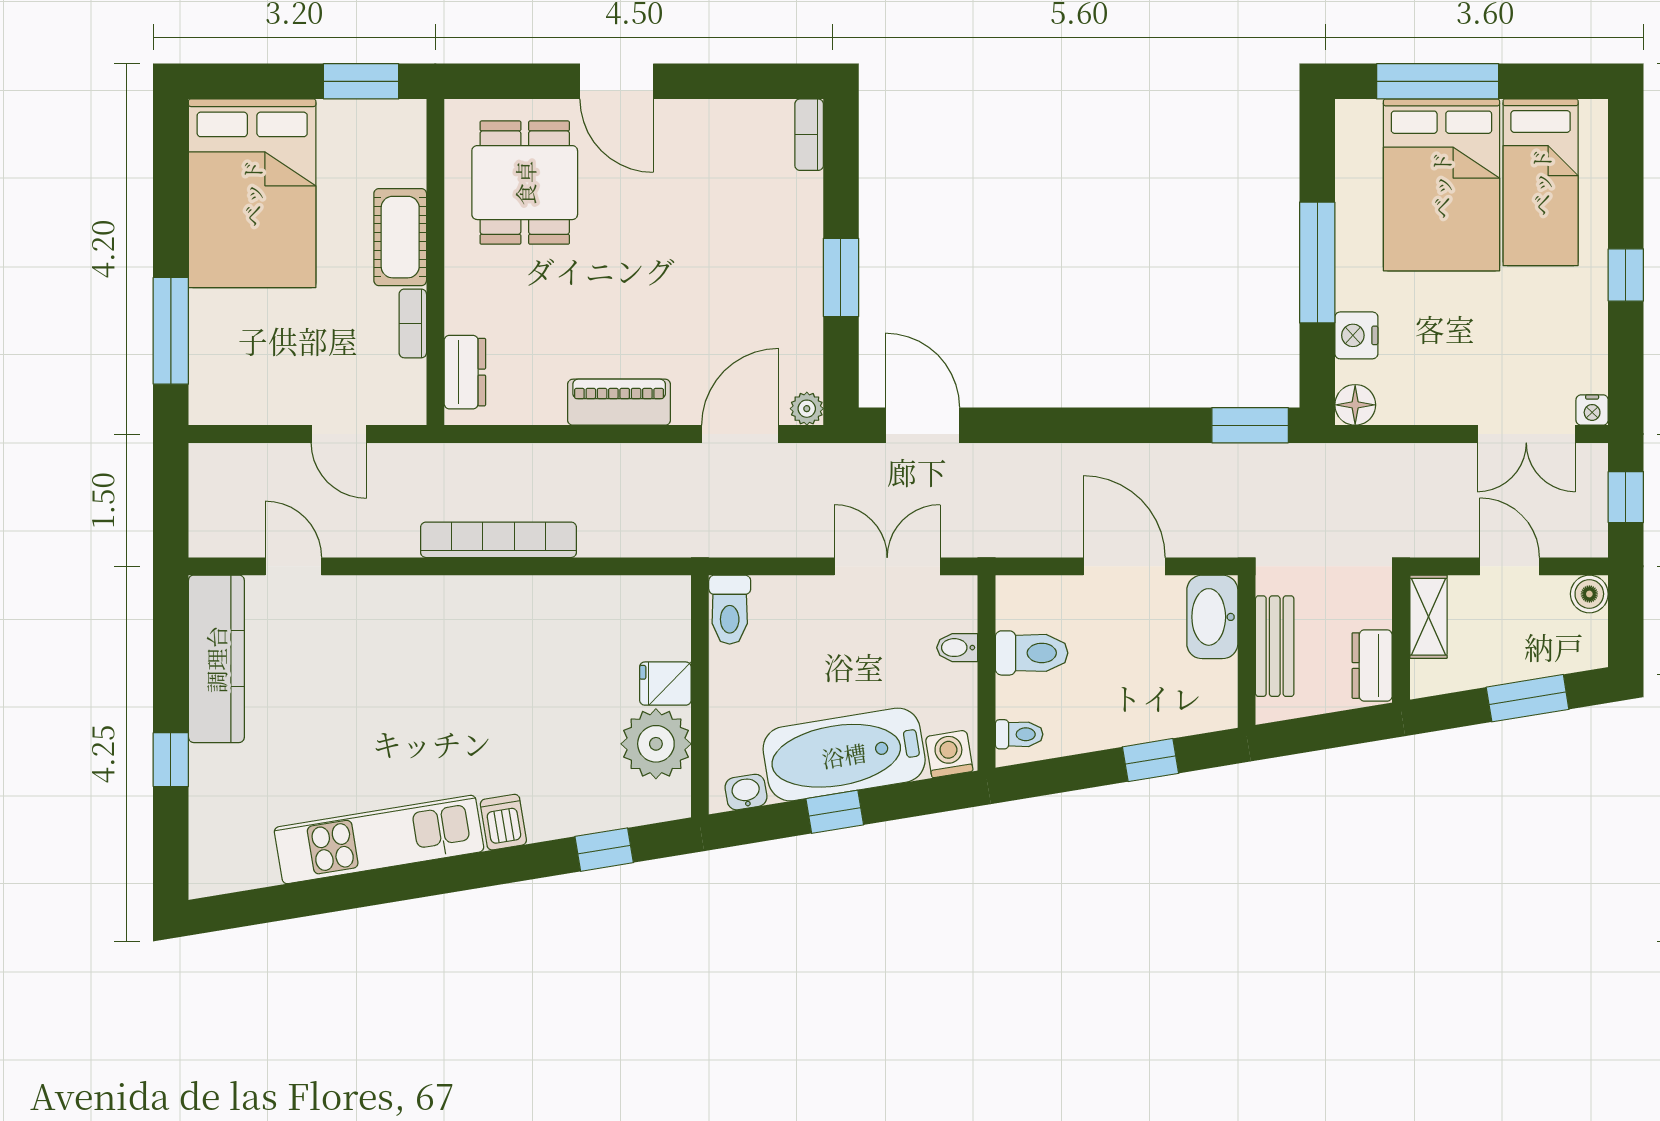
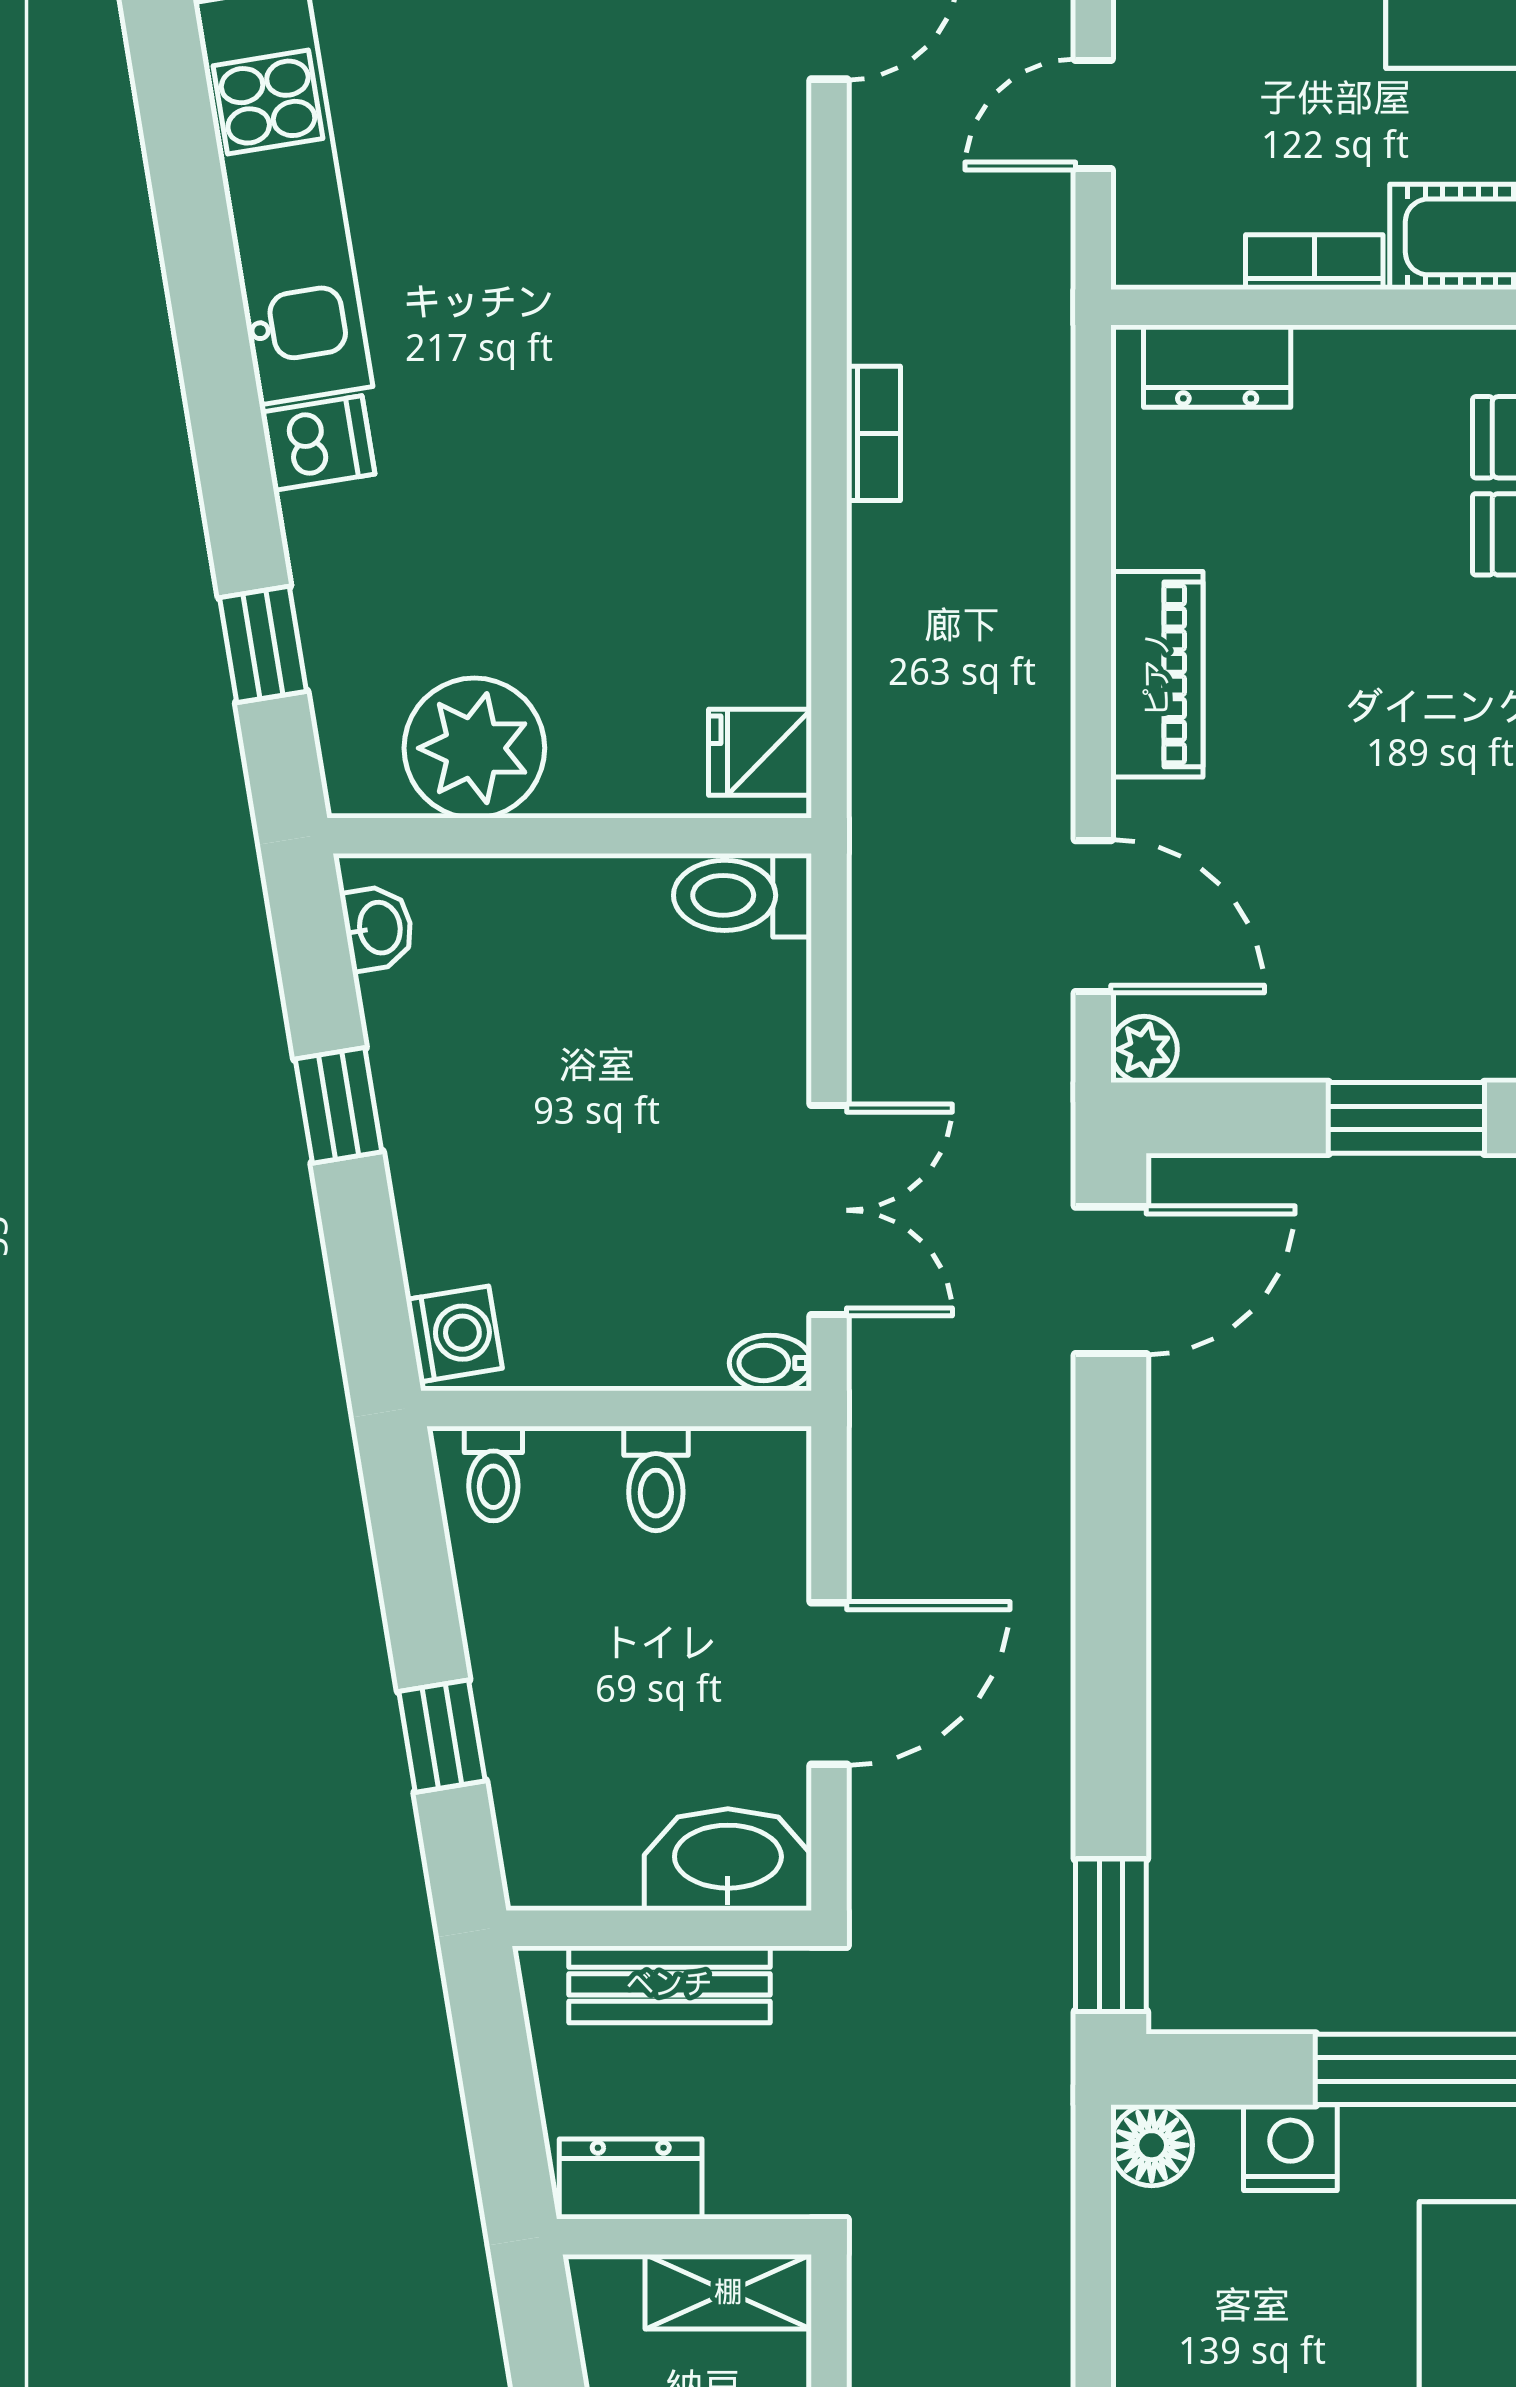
bookcase: (499, 540) -> (874, 433), width x0.43, depth x0.76
bidet: (957, 648) -> (770, 1363), moved, turned -90
toilet: (1032, 653) -> (656, 1478), width x0.73, depth x0.72
fridge: (665, 684) -> (760, 752), moved, turned -90
bathtub: (844, 755) -> (453, 1124), removed

